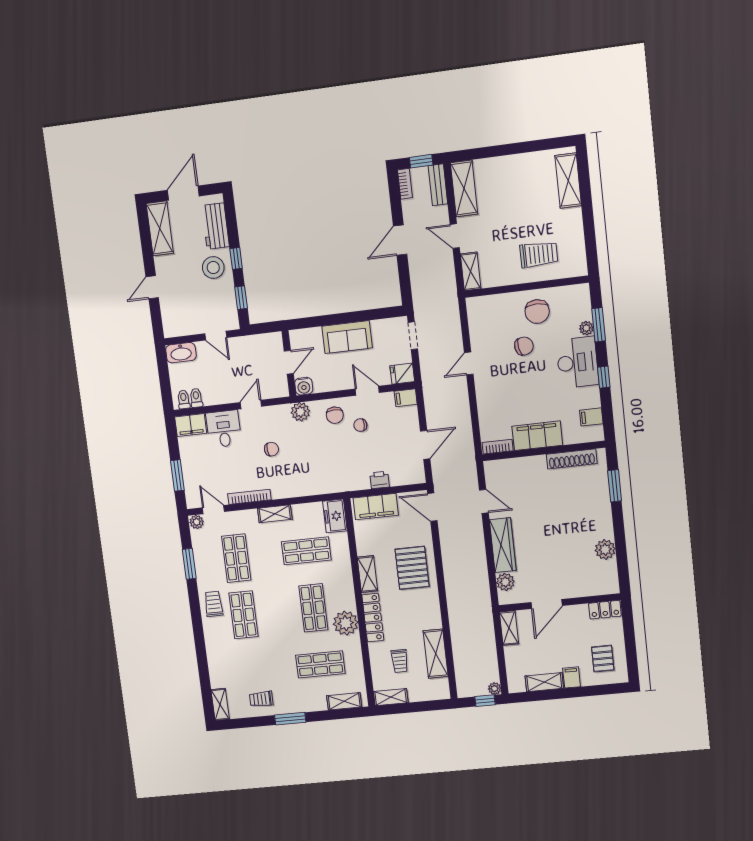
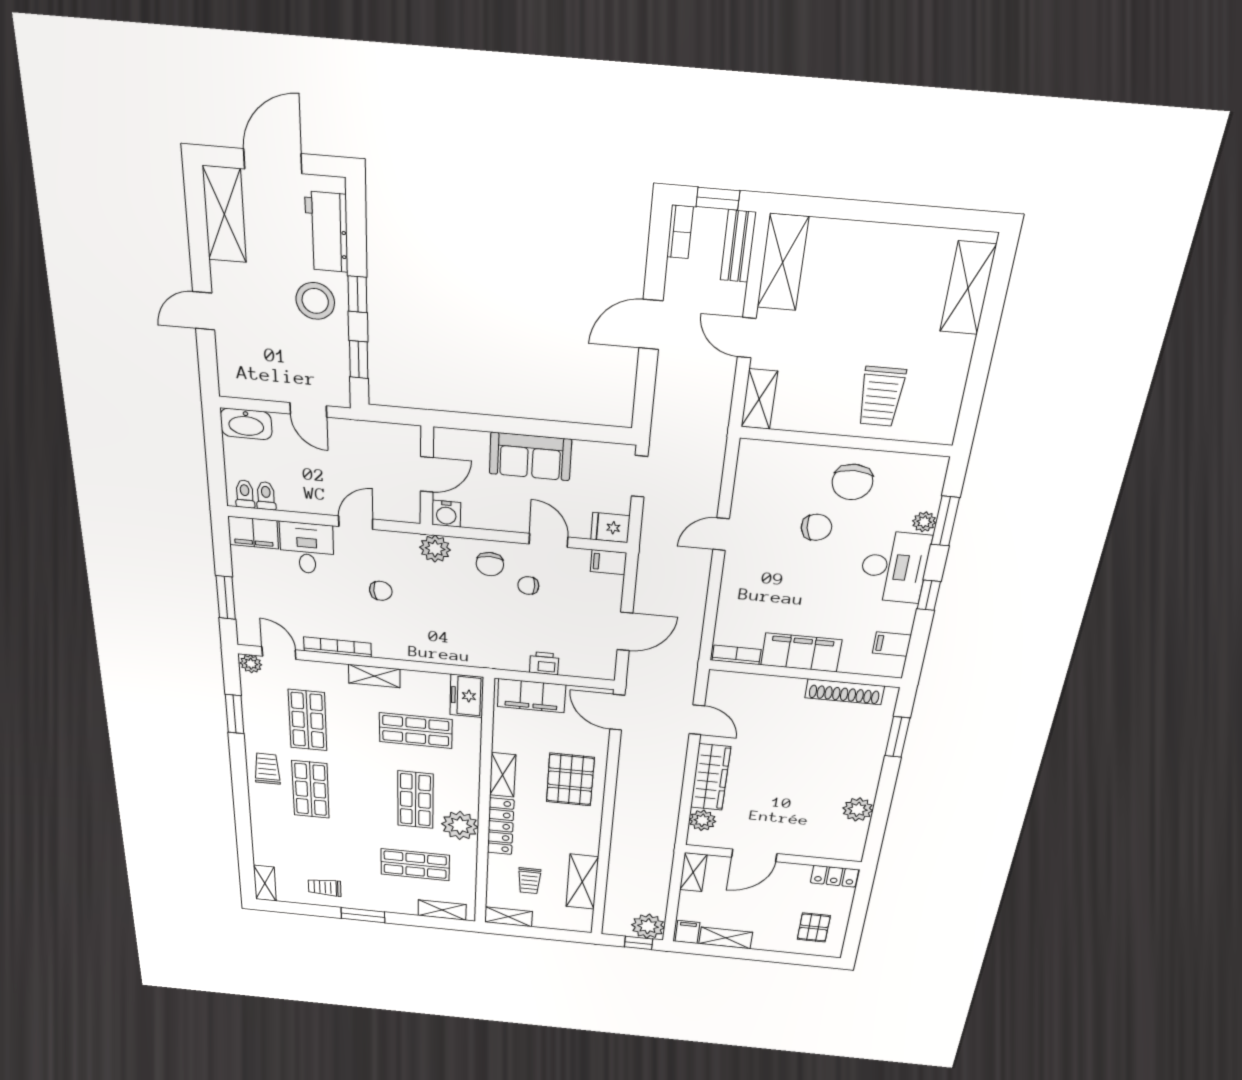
trolley: (539, 254) -> (881, 397), turned 90
filing cabinet: (572, 677) -> (687, 932), moved
plant: (495, 689) -> (648, 926), width x1.87, depth x1.87

